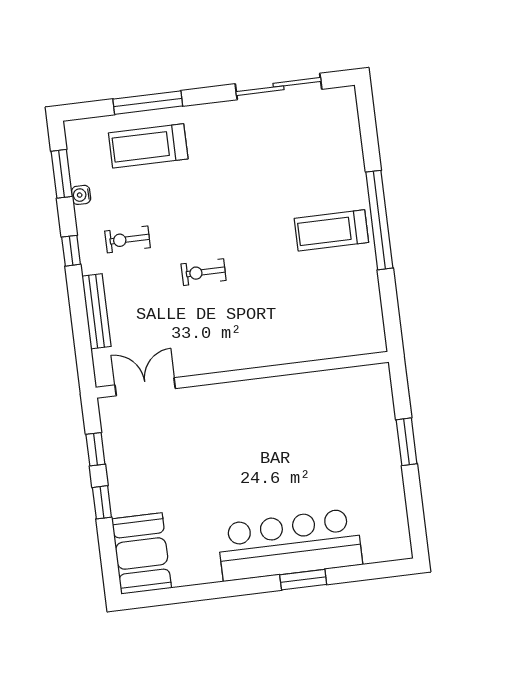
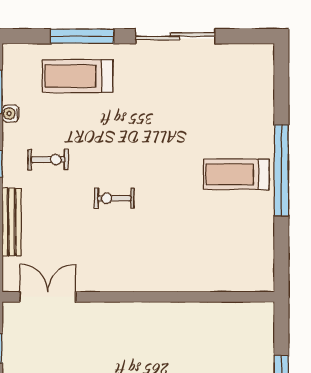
sliding door: (279, 86) -> (175, 36), moved
exercise bike: (128, 239) -> (48, 160), turned 180

